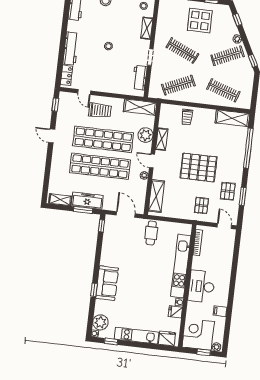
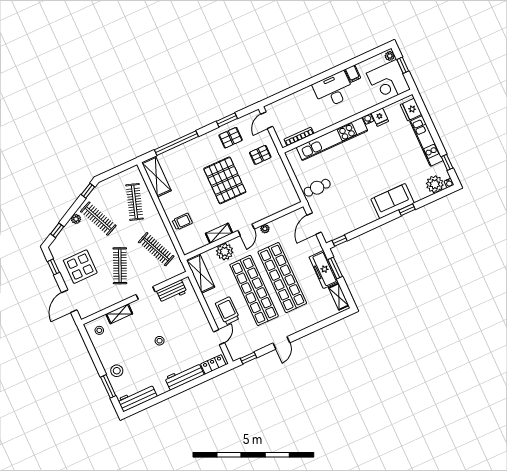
shelving: (156, 196) -> (278, 205), removed
desk: (201, 286) -> (333, 90), moved, turned 180

